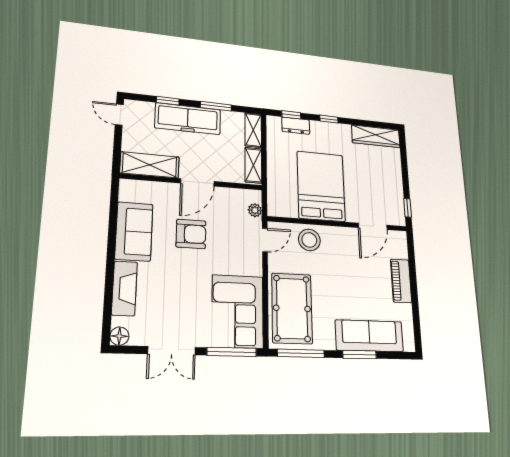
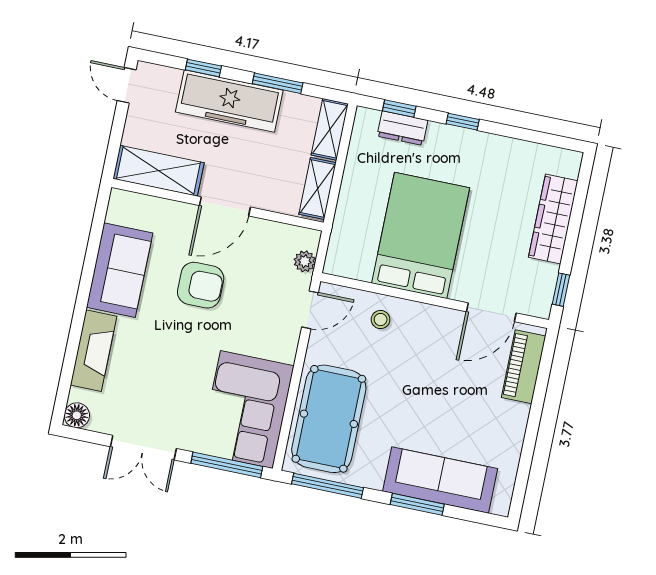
wardrobe: (376, 136) -> (553, 219), moved, turned 90
stool: (309, 240) -> (381, 320), width x0.53, depth x0.53
piano: (401, 281) -> (524, 367), moved

